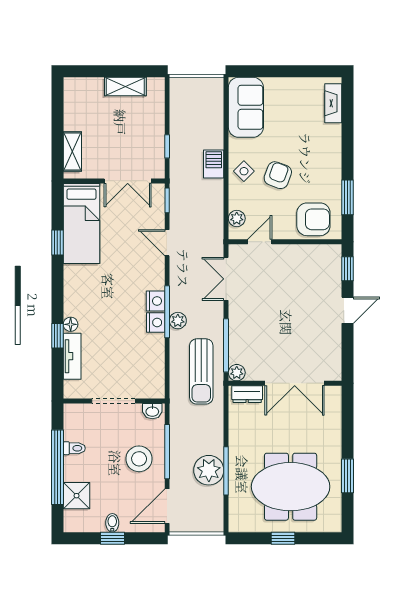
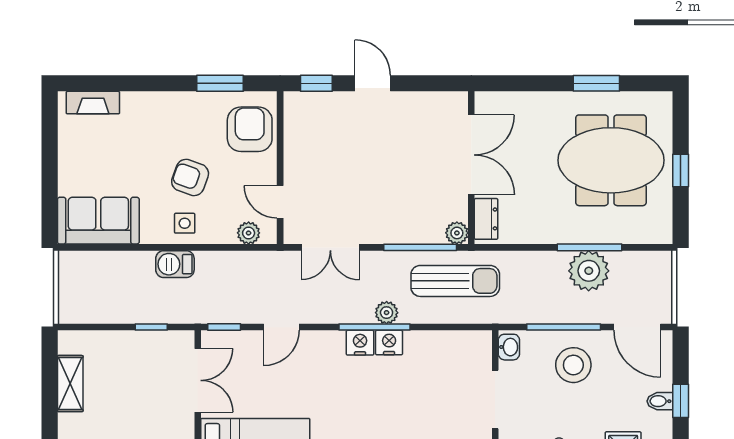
side table: (244, 171) -> (185, 223), turned 45
meeting table: (291, 487) -> (611, 160), turned 90

